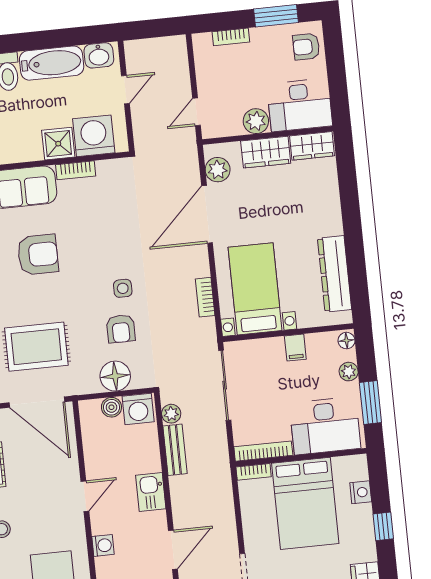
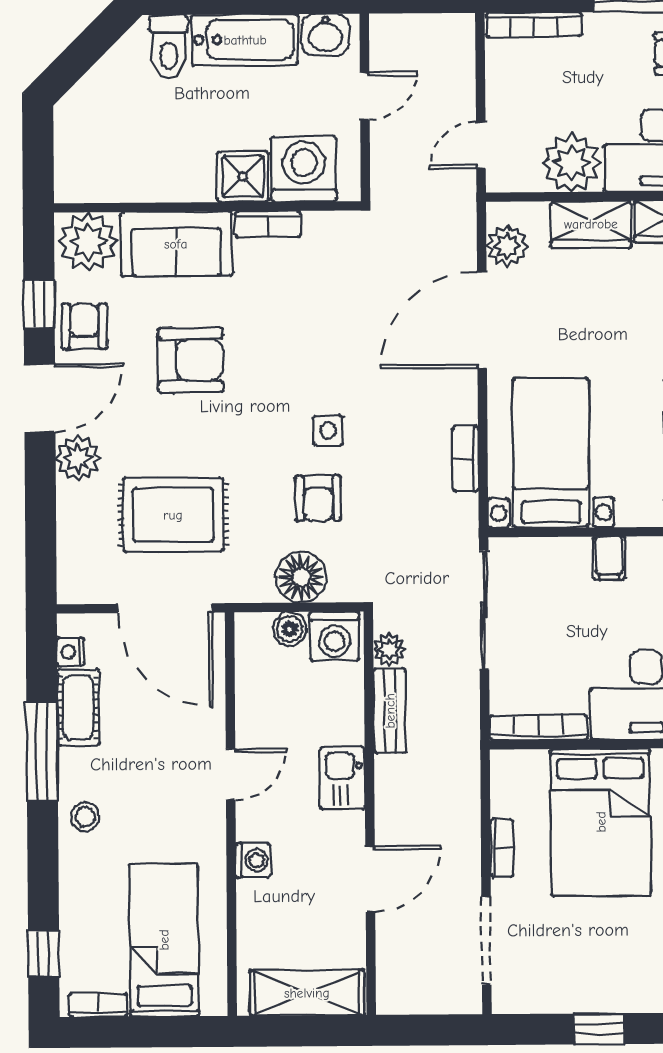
bookcase: (231, 37) -> (534, 25), width x1.56
plant: (256, 121) -> (572, 163), width x1.36, depth x1.36
bookcase: (254, 472) -> (502, 848), moved, turned -90

